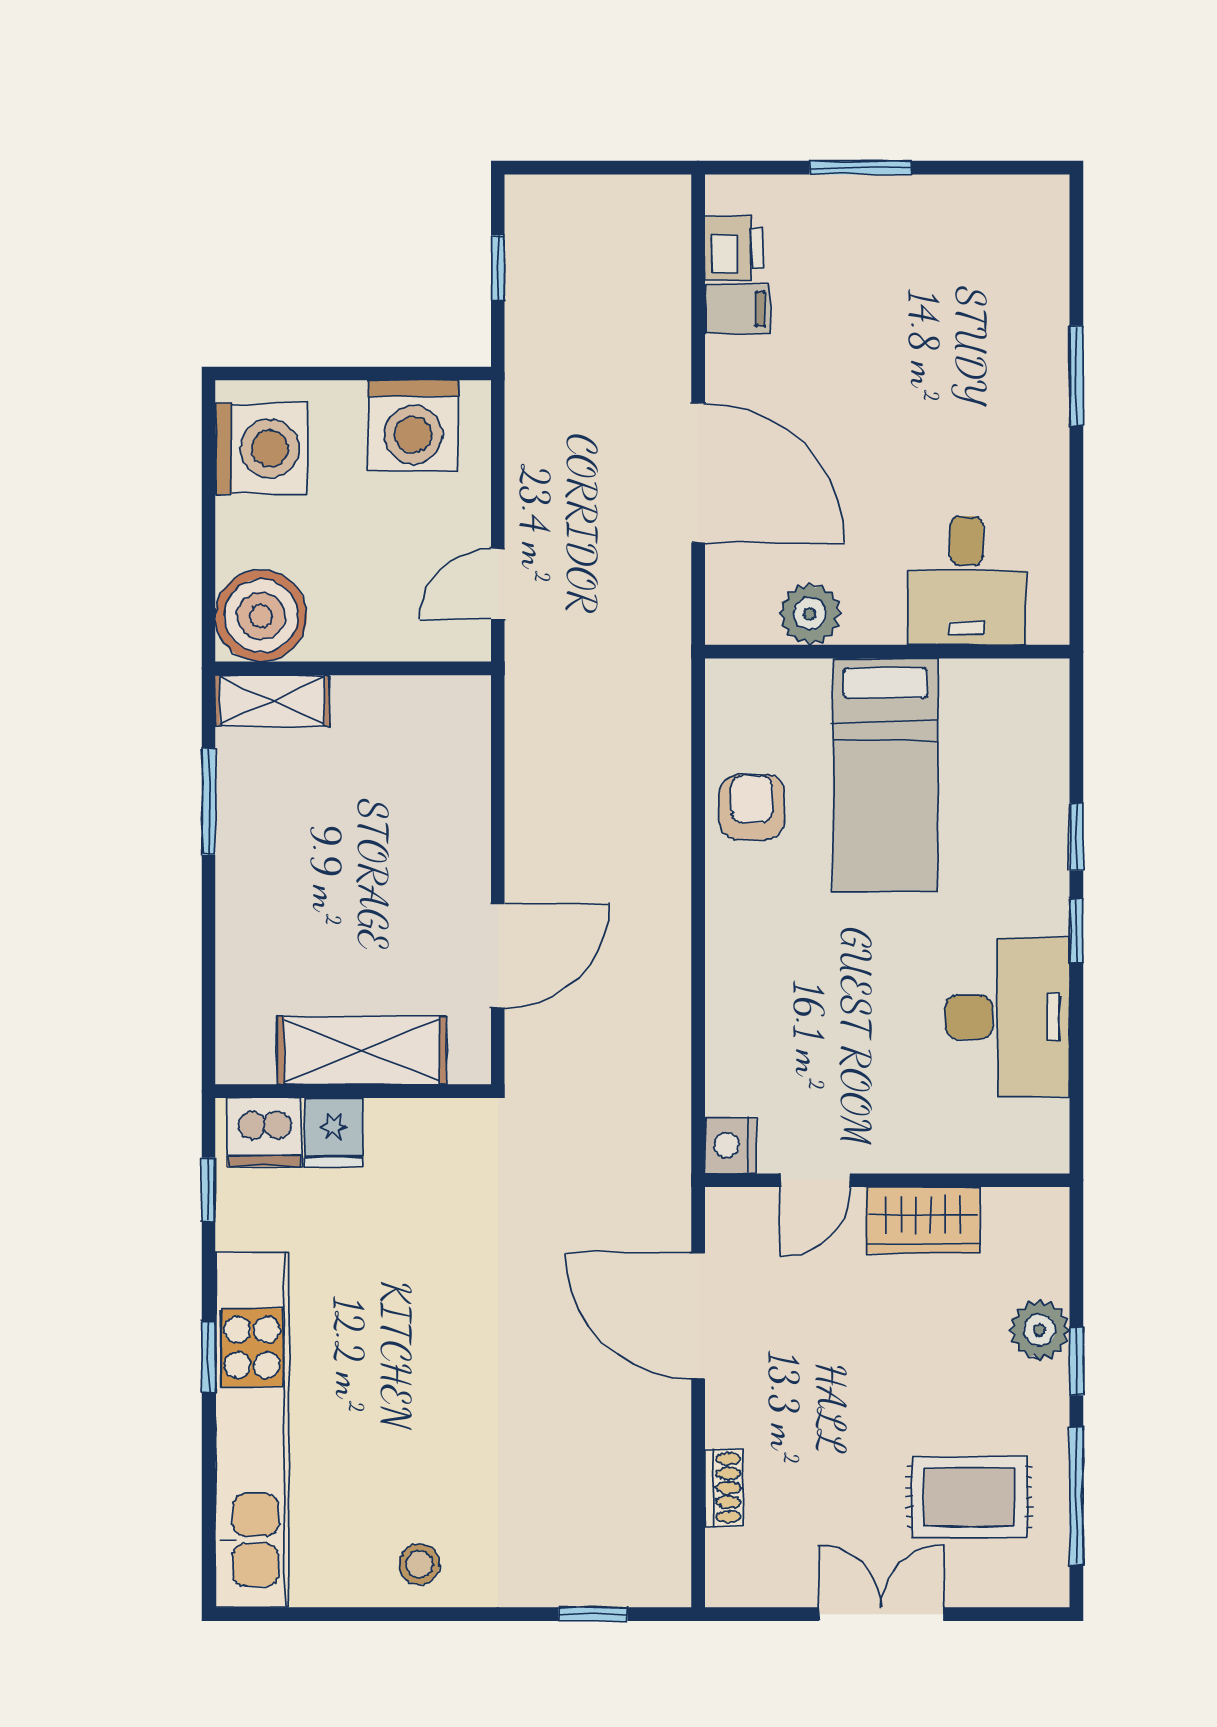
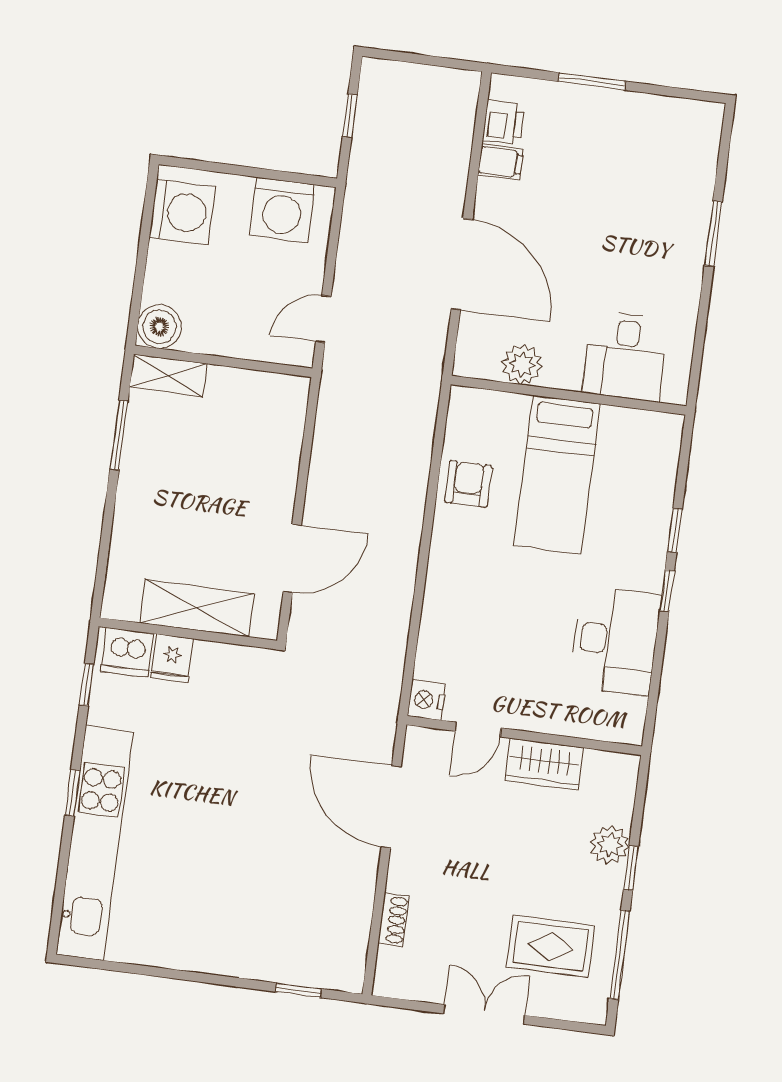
boiler: (261, 616) -> (159, 327), width x0.73, depth x0.73
stool: (419, 1564) -> (191, 944), removed

